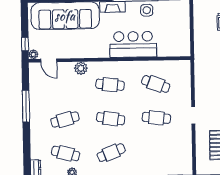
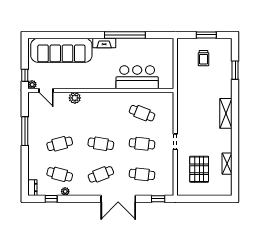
side table: (147, 10) -> (135, 47), removed
bar counter: (133, 44) -> (137, 77), moved
cafe table: (110, 85) -> (142, 174), moved

